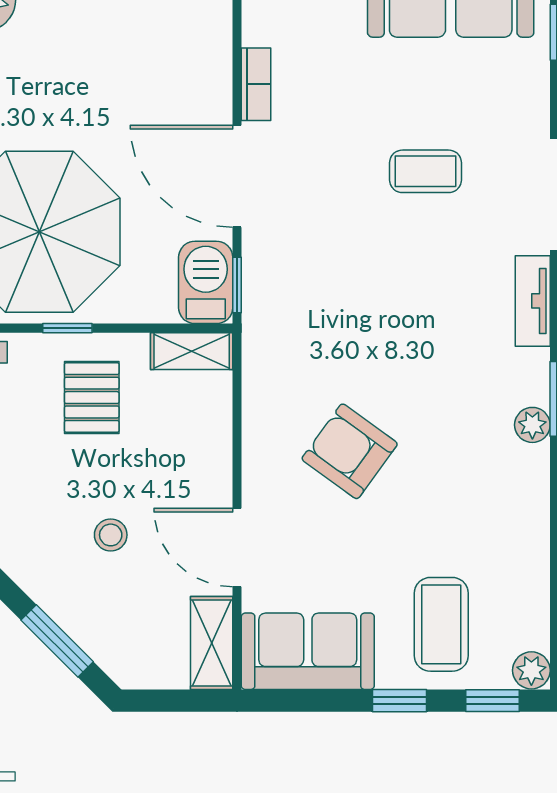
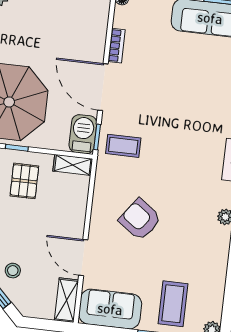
coffee table: (426, 171) -> (123, 146), moved
stool: (111, 535) -> (13, 271), moved

